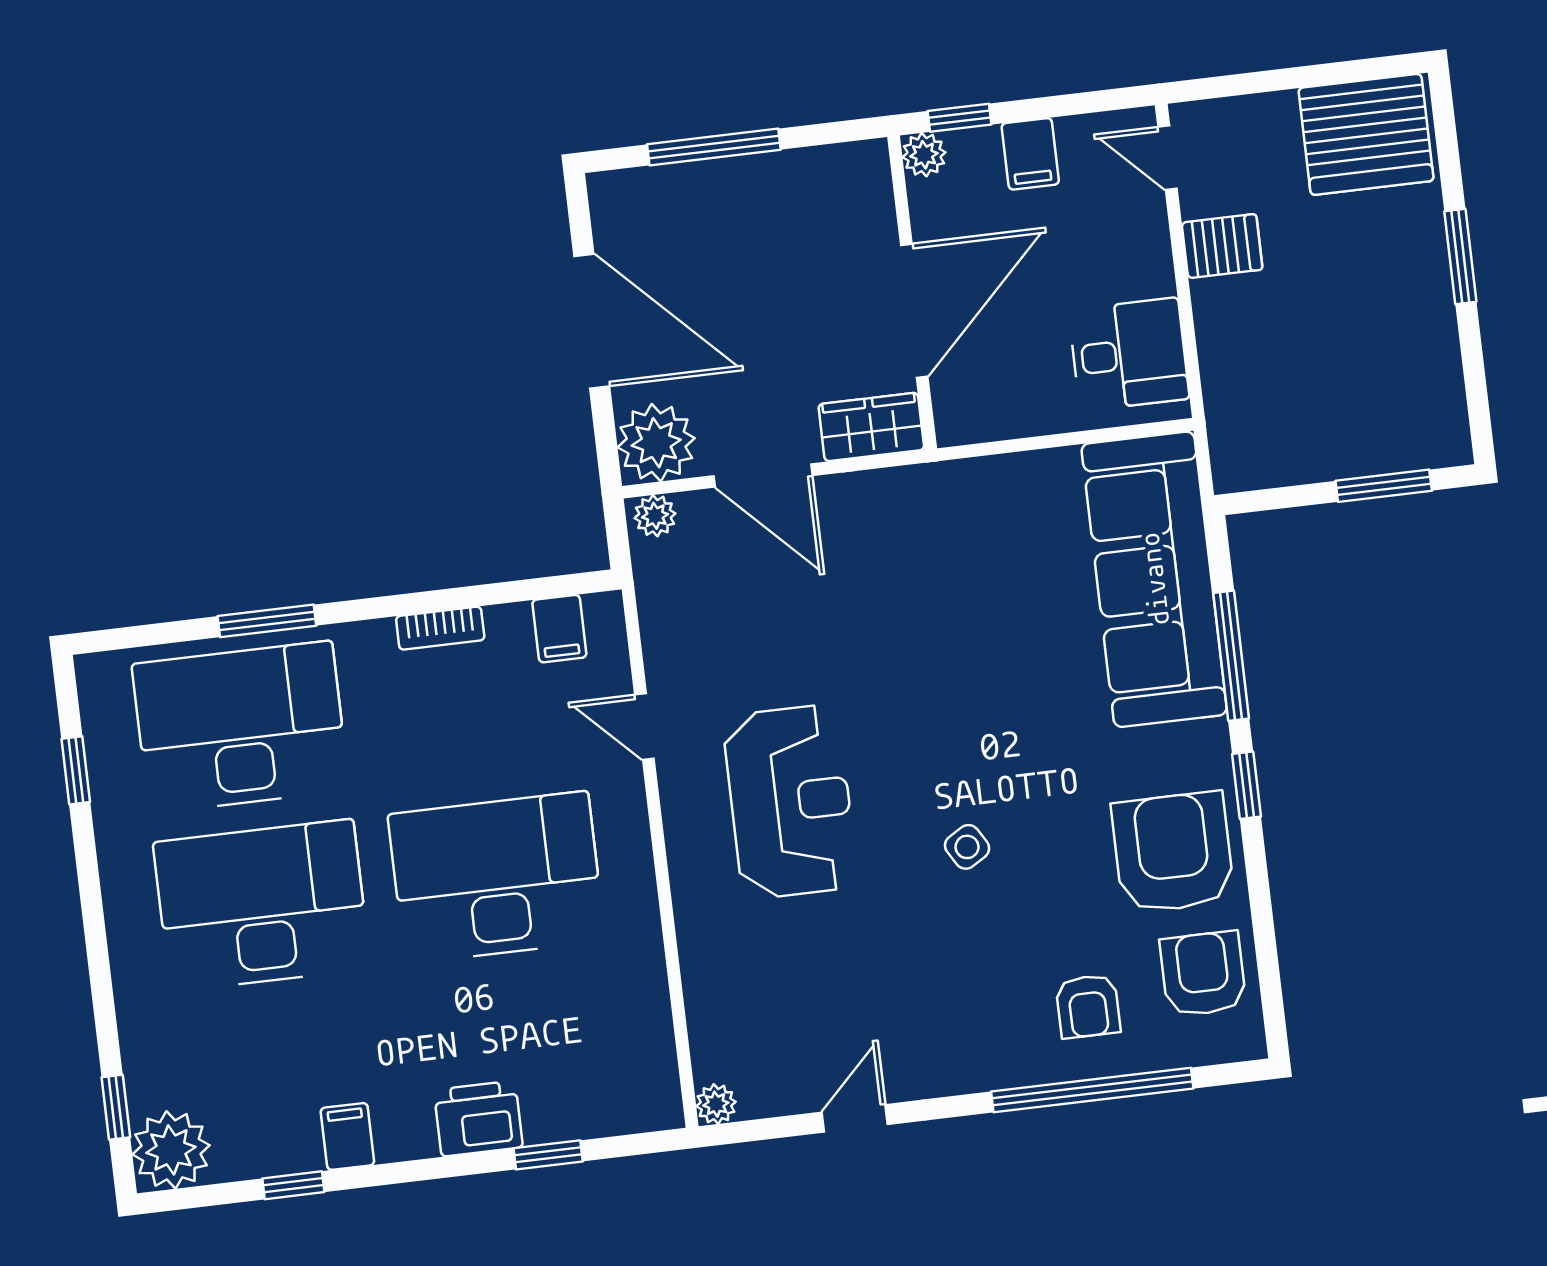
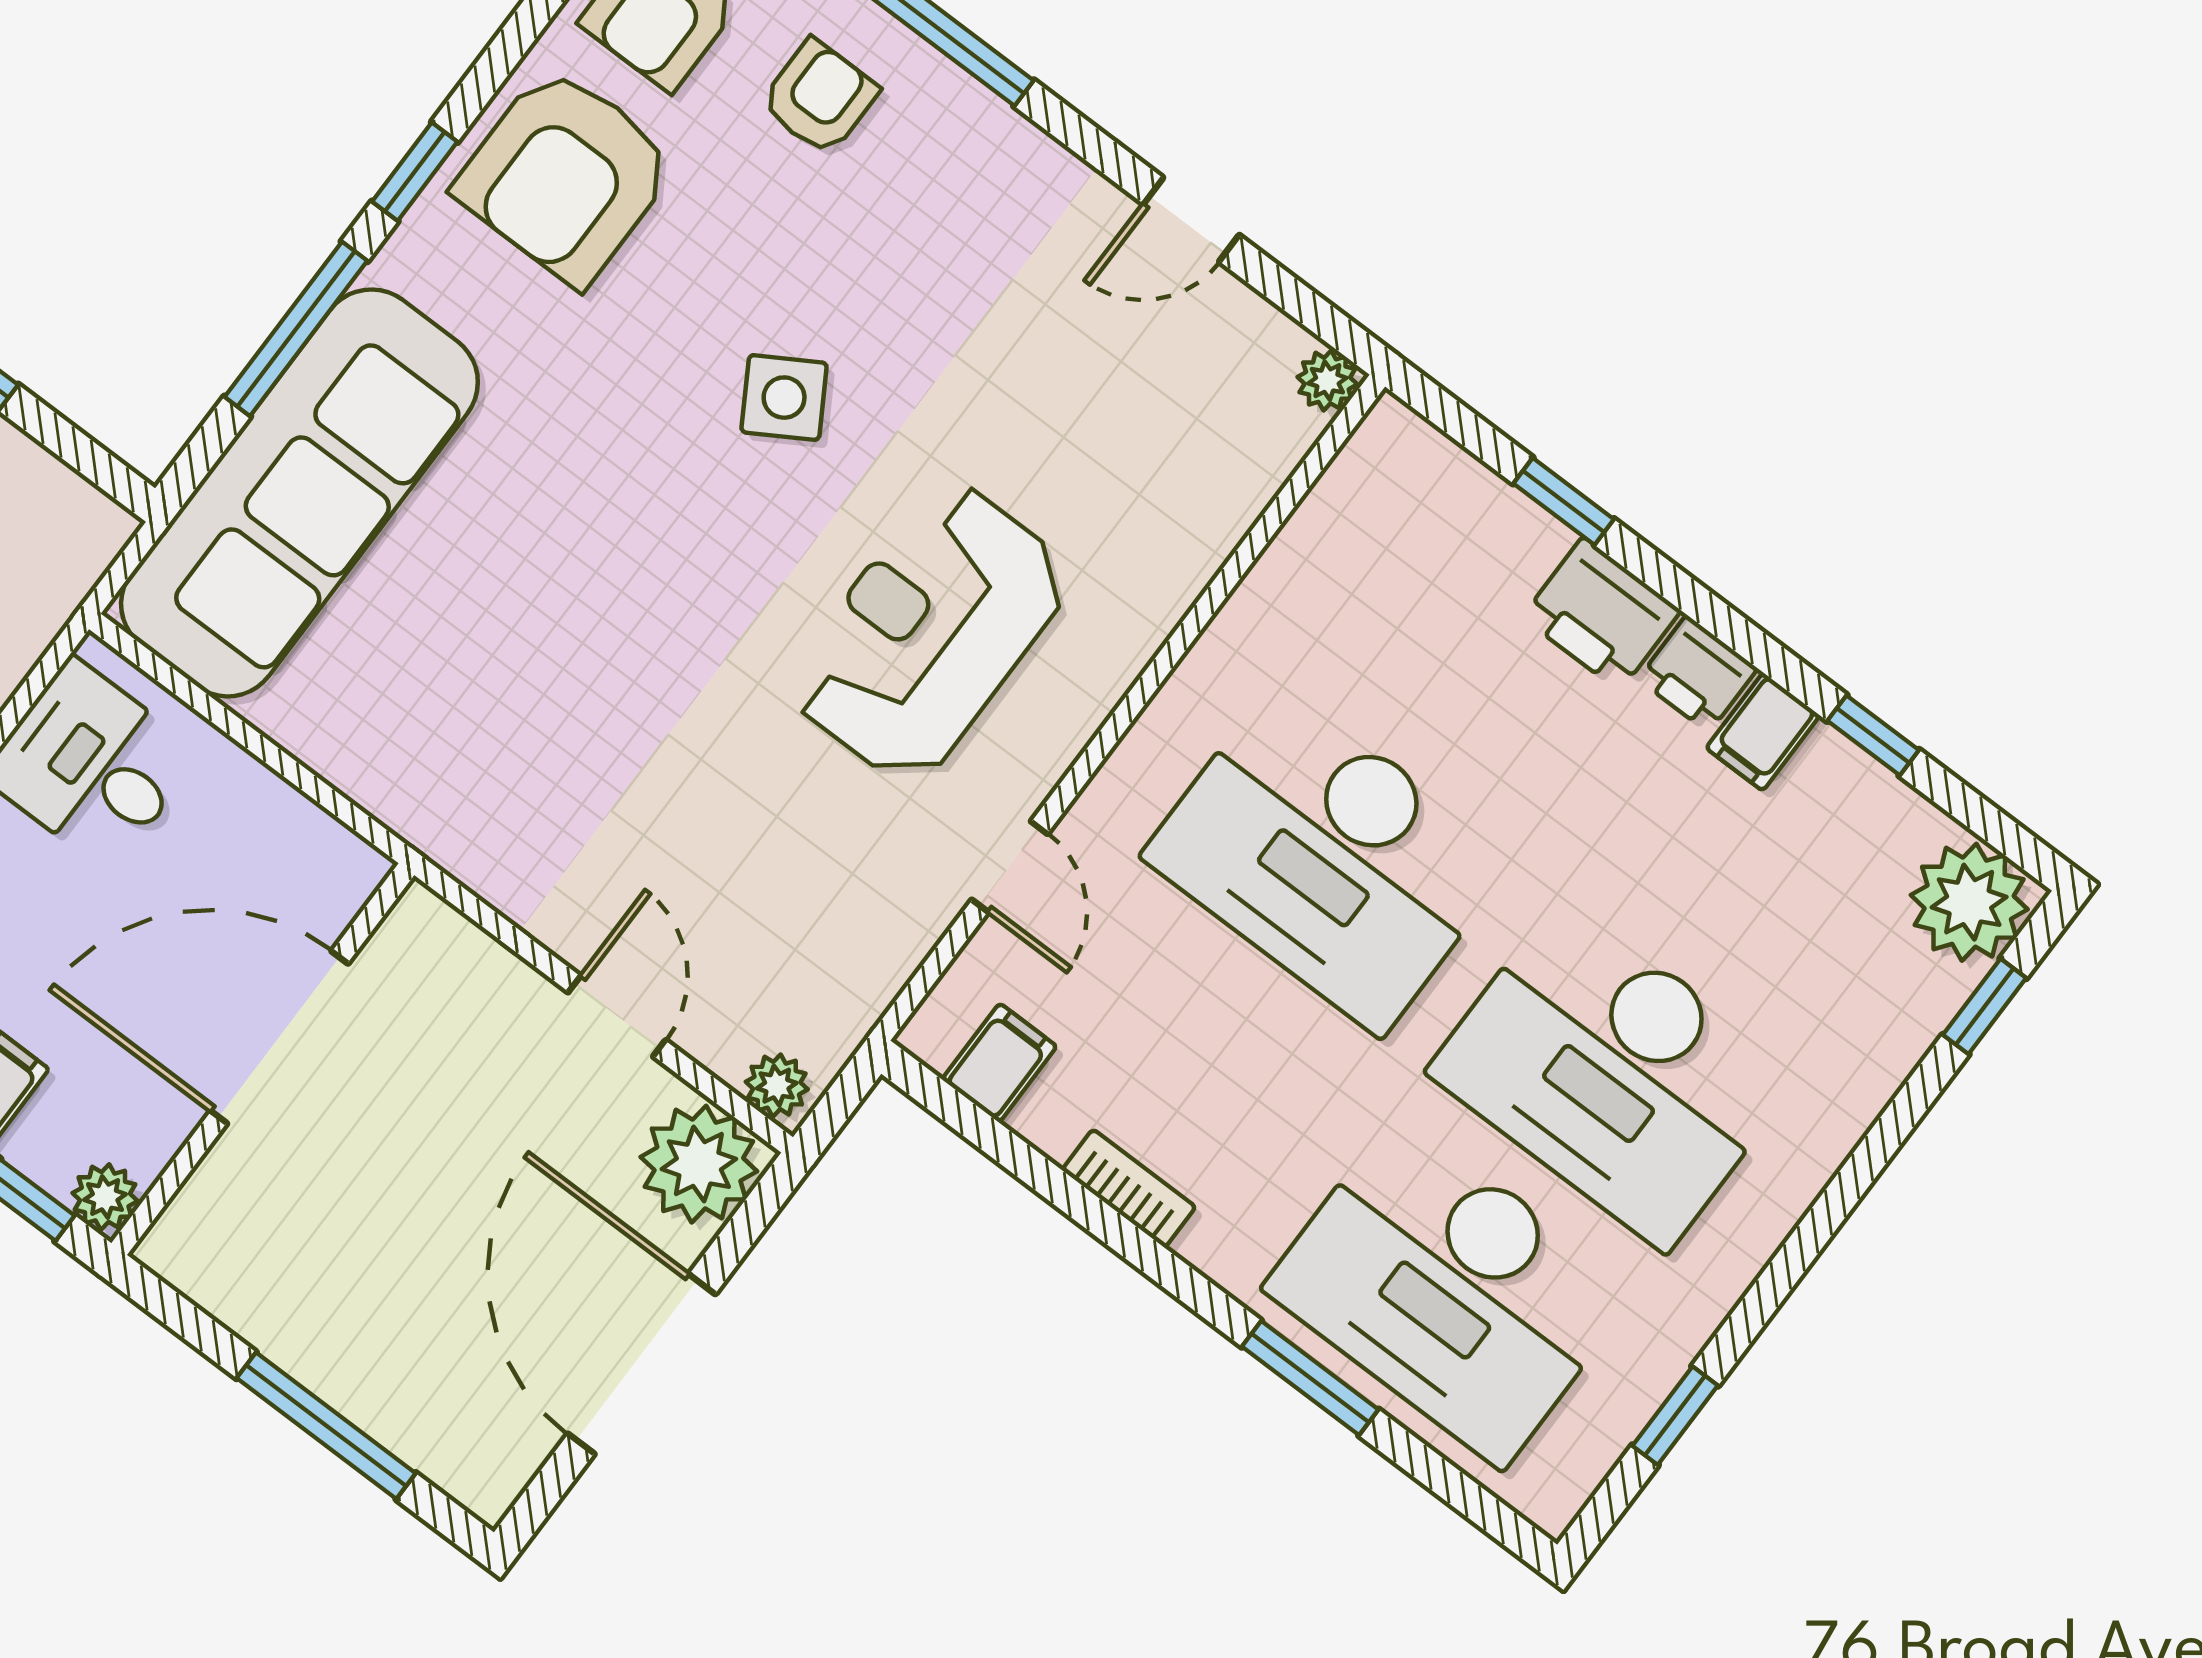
wardrobe: (871, 427) -> (448, 955), removed
door: (763, 476) -> (617, 1016), width x0.73
side table: (967, 847) -> (784, 398), width x1.37, depth x1.37
printer: (405, 1134) -> (1698, 674), added

